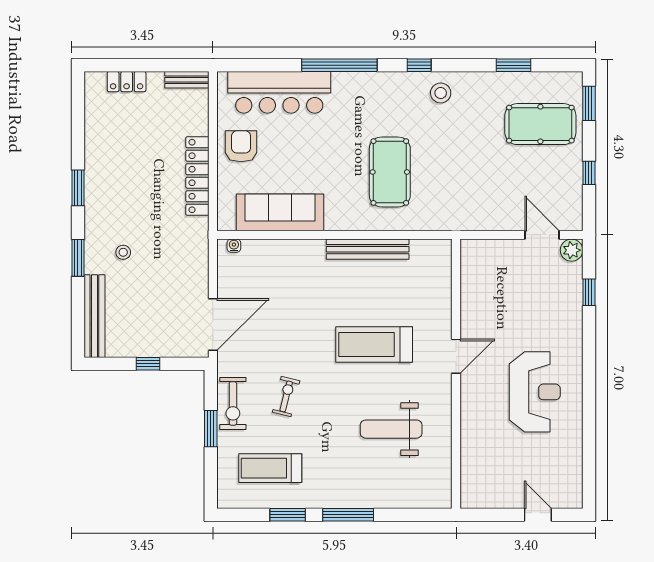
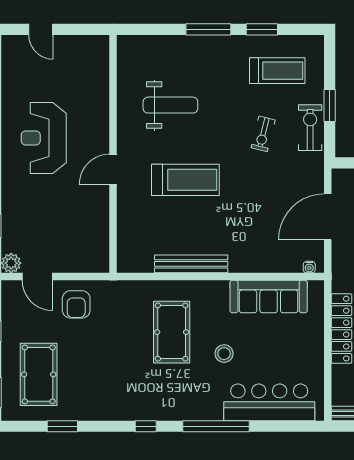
stool: (441, 93) -> (224, 354), moved
pool table: (540, 124) -> (39, 374), turned 90
armchair: (241, 146) -> (76, 304), moved
door: (213, 324) -> (328, 217), moved

